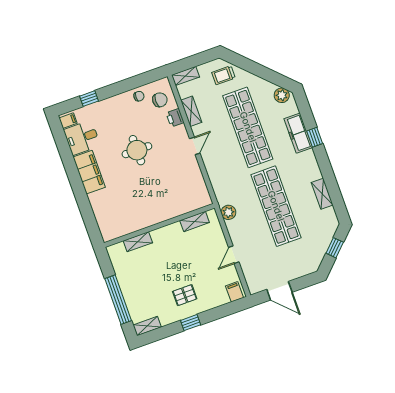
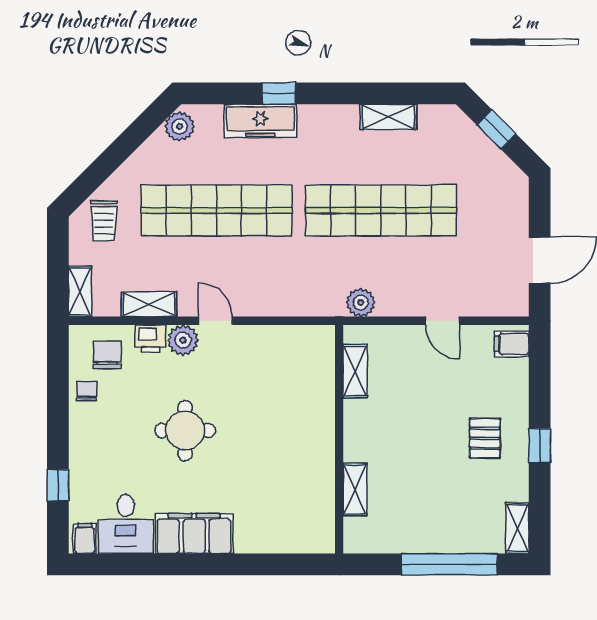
plant: (180, 134) -> (183, 340), added

